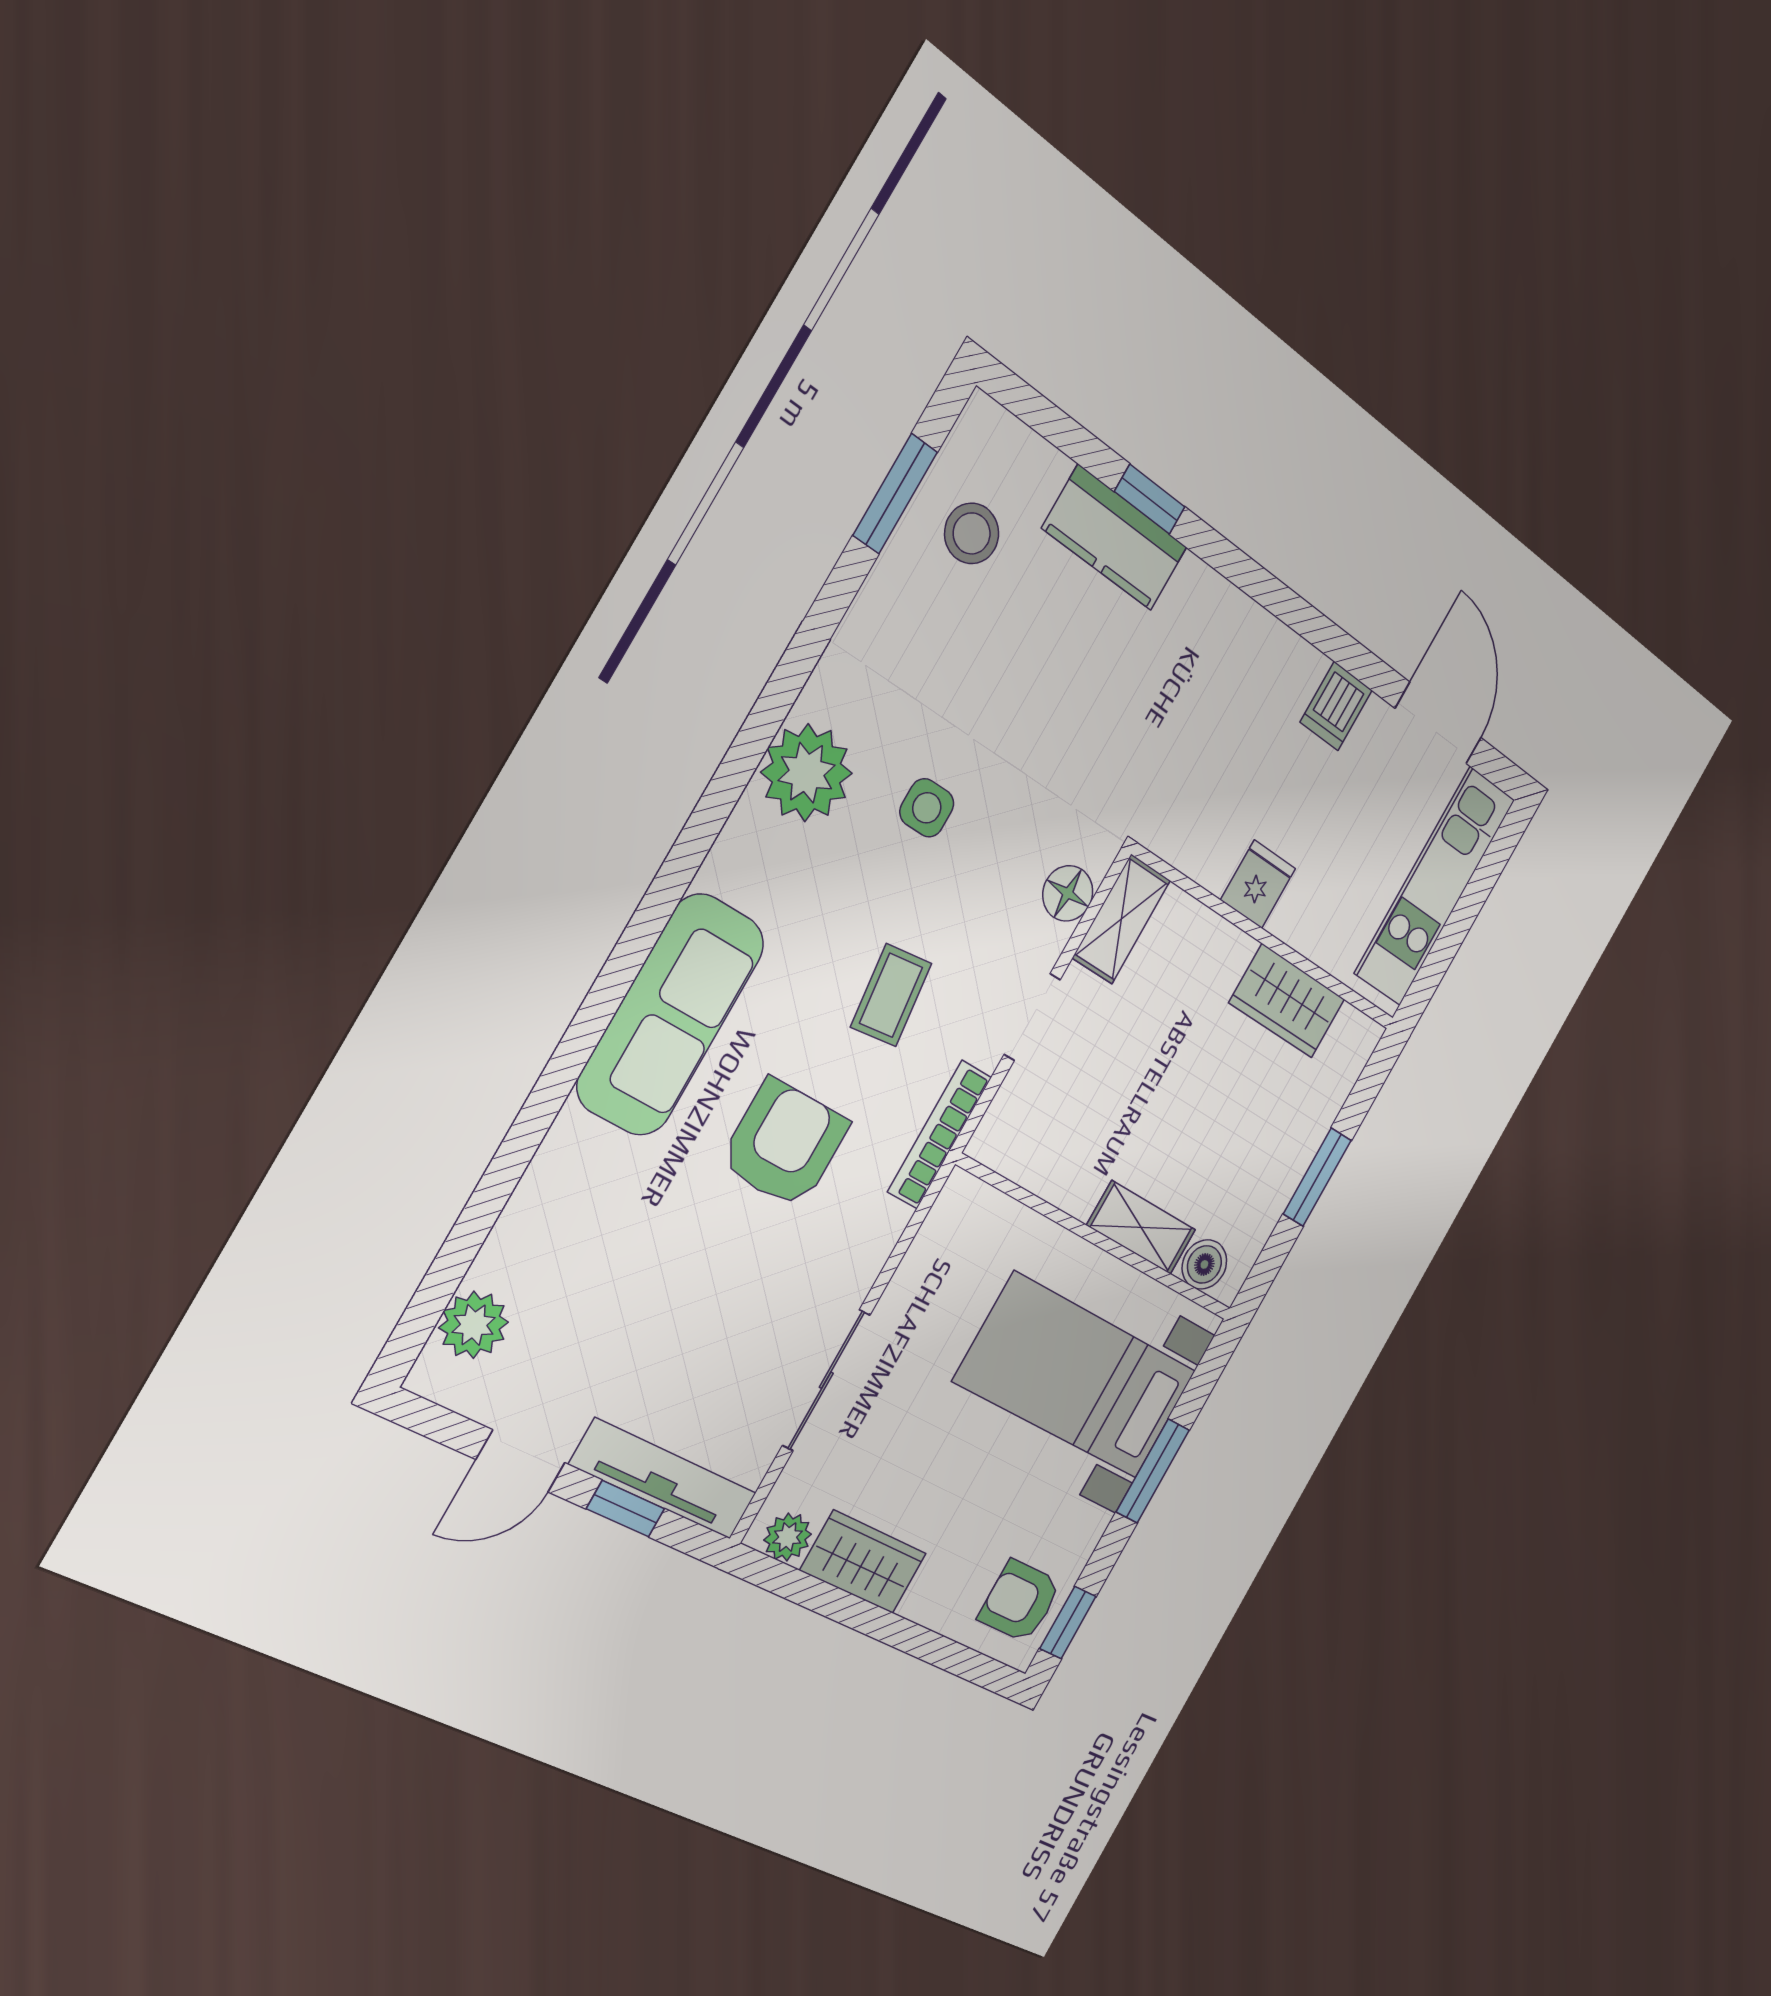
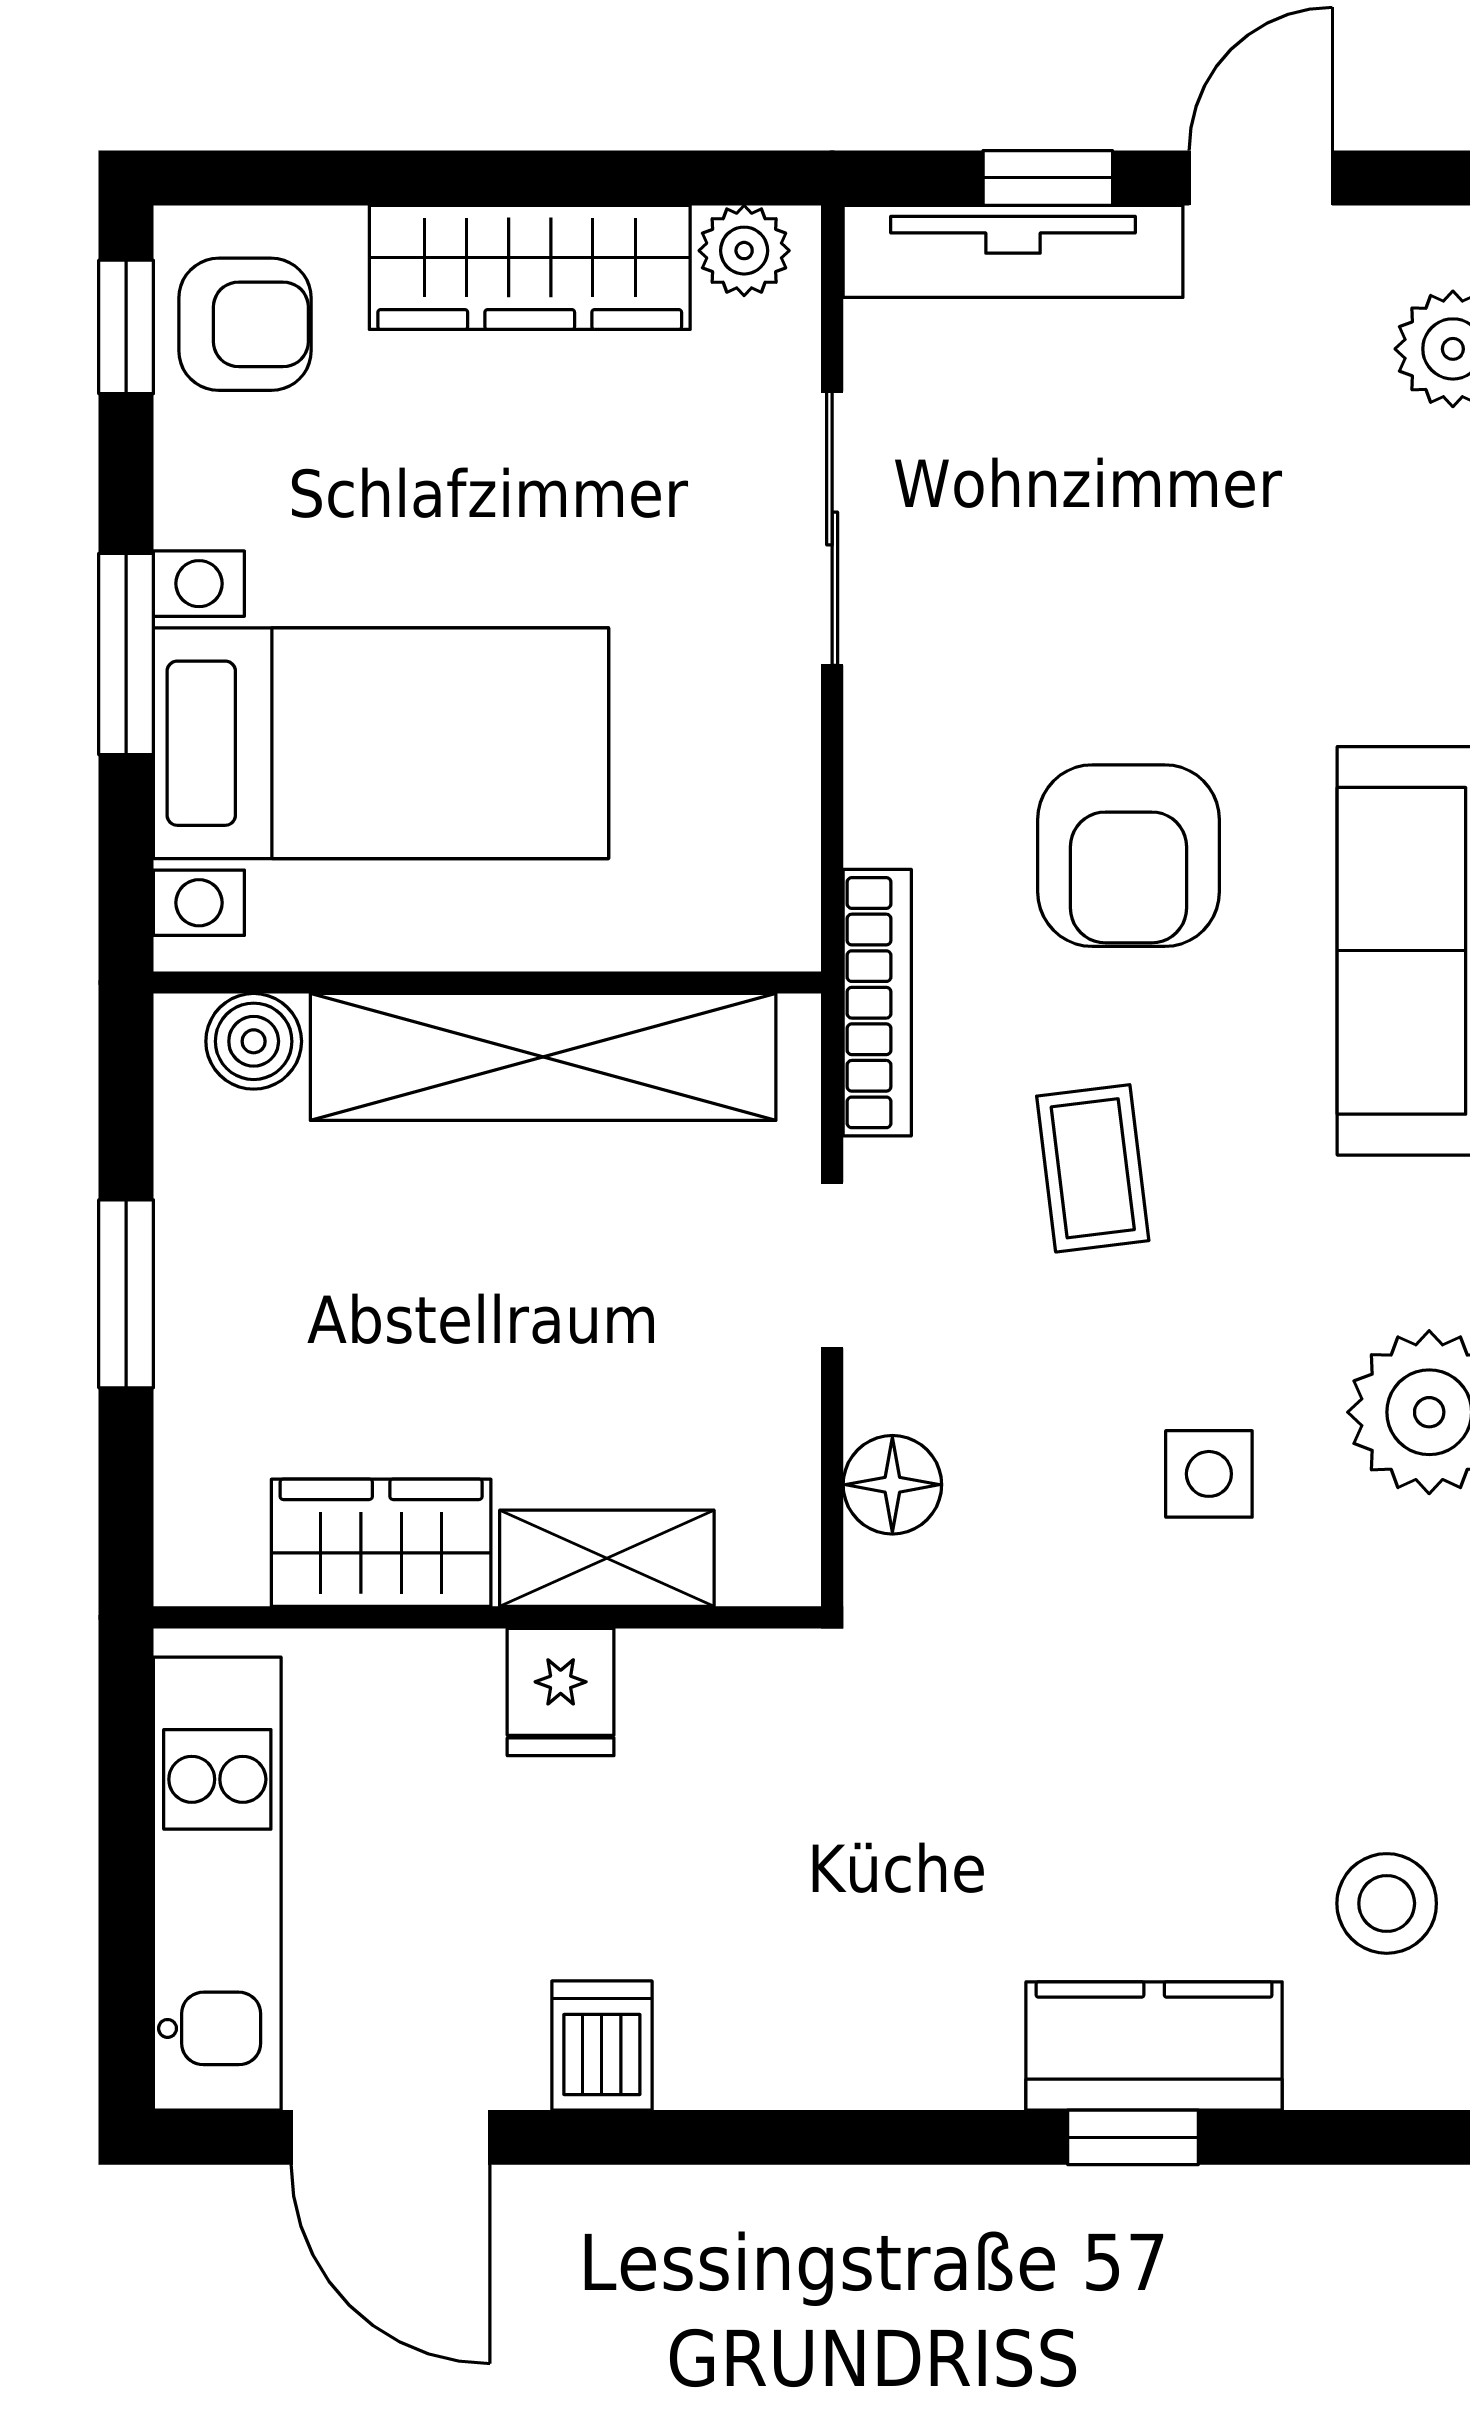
shelving: (1121, 919) -> (607, 1558), moved, turned 90
shelving: (1141, 1228) -> (543, 1057), width x2.20, depth x1.33
wardrobe: (863, 1562) -> (530, 267), width x1.50

